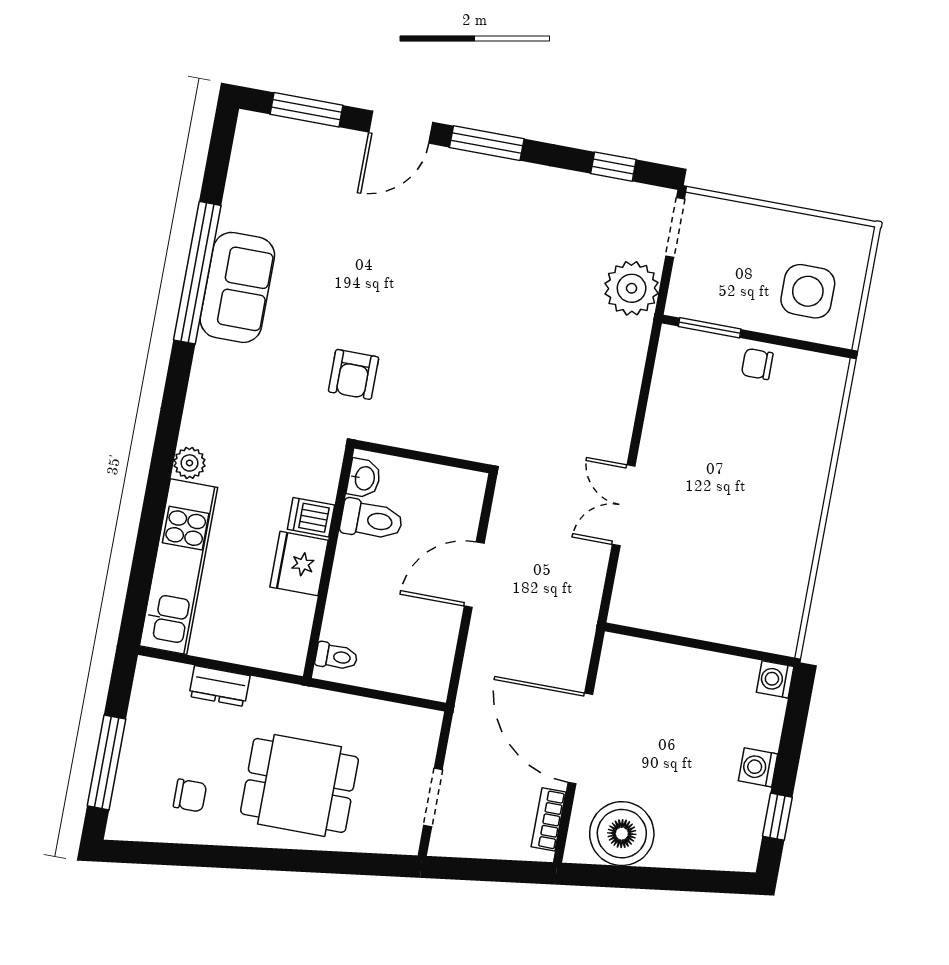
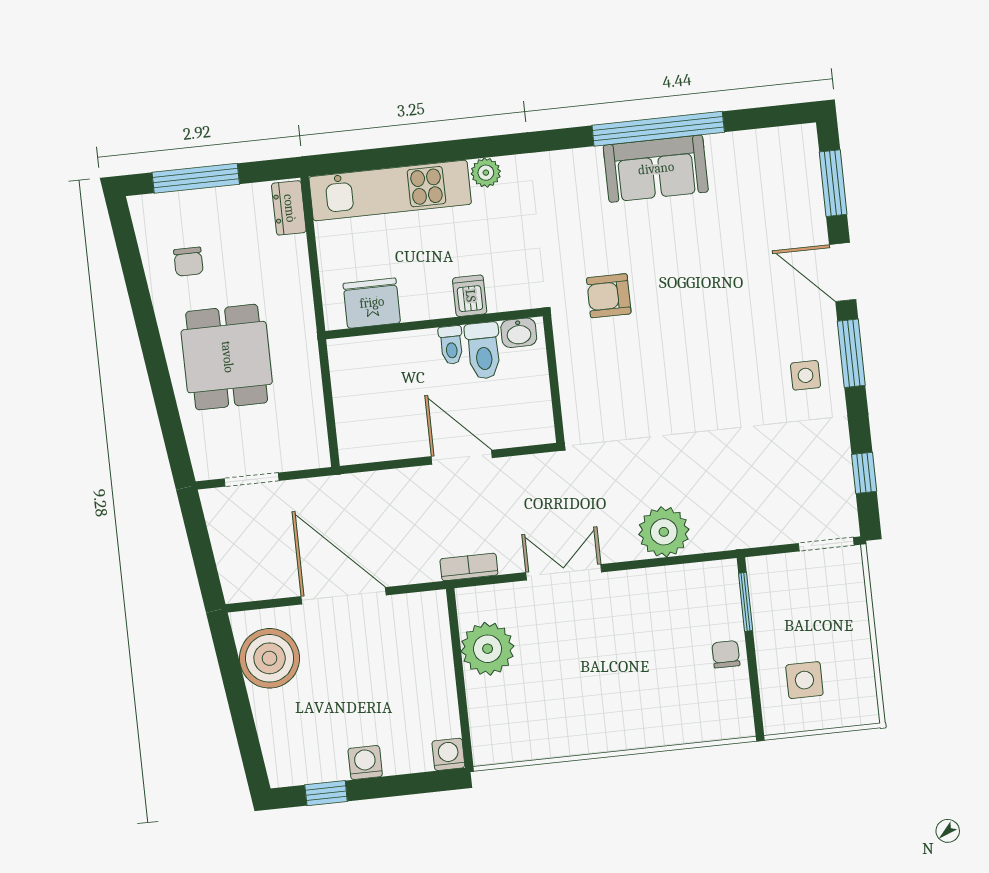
side table: (495, 197) -> (806, 375), added
plant: (632, 288) -> (664, 532), moved
side table: (808, 291) -> (804, 680), width x0.73, depth x0.73
fridge: (299, 564) -> (372, 303), moved
plant: (679, 607) -> (488, 649), added
toilet: (336, 657) -> (451, 345), moved
dresser: (220, 686) -> (289, 208), moved
door: (580, 738) -> (344, 596), hinge flipped
bookcase: (549, 819) -> (469, 567), moved

